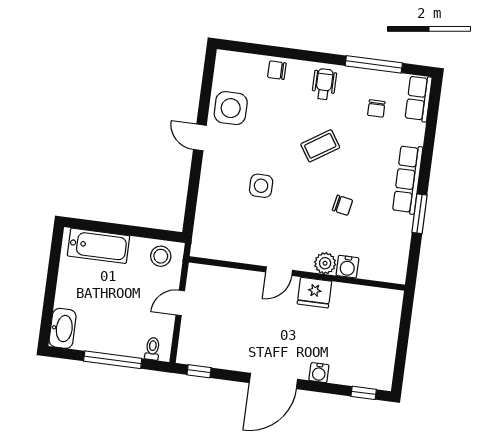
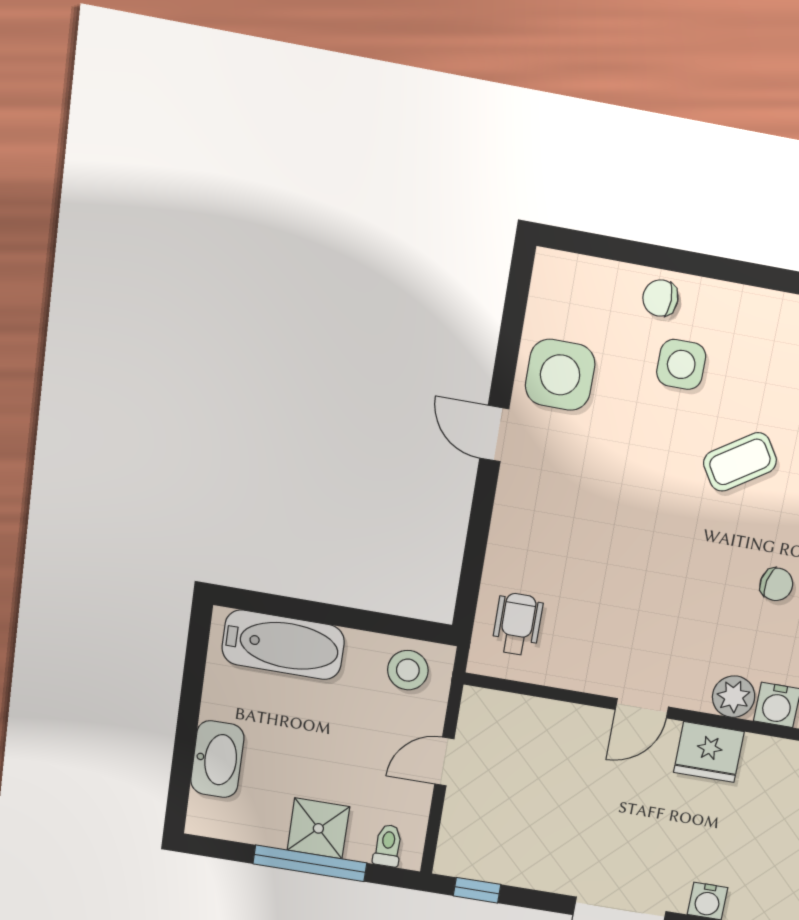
wheelchair: (324, 84) -> (517, 624), moved
side table: (261, 186) -> (681, 364), moved
washbasin: (63, 328) -> (217, 759), moved
shower: (117, 341) -> (318, 828), added

